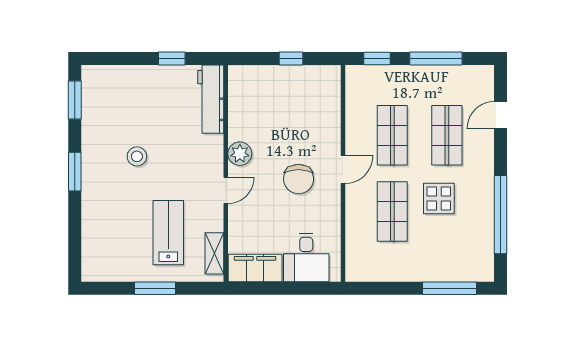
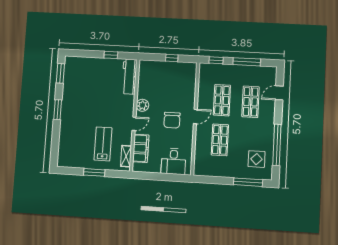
stool: (137, 156) -> (90, 104), removed
display table: (439, 199) -> (257, 159), moved
filing cabinet: (255, 268) -> (141, 148), moved, turned 90

